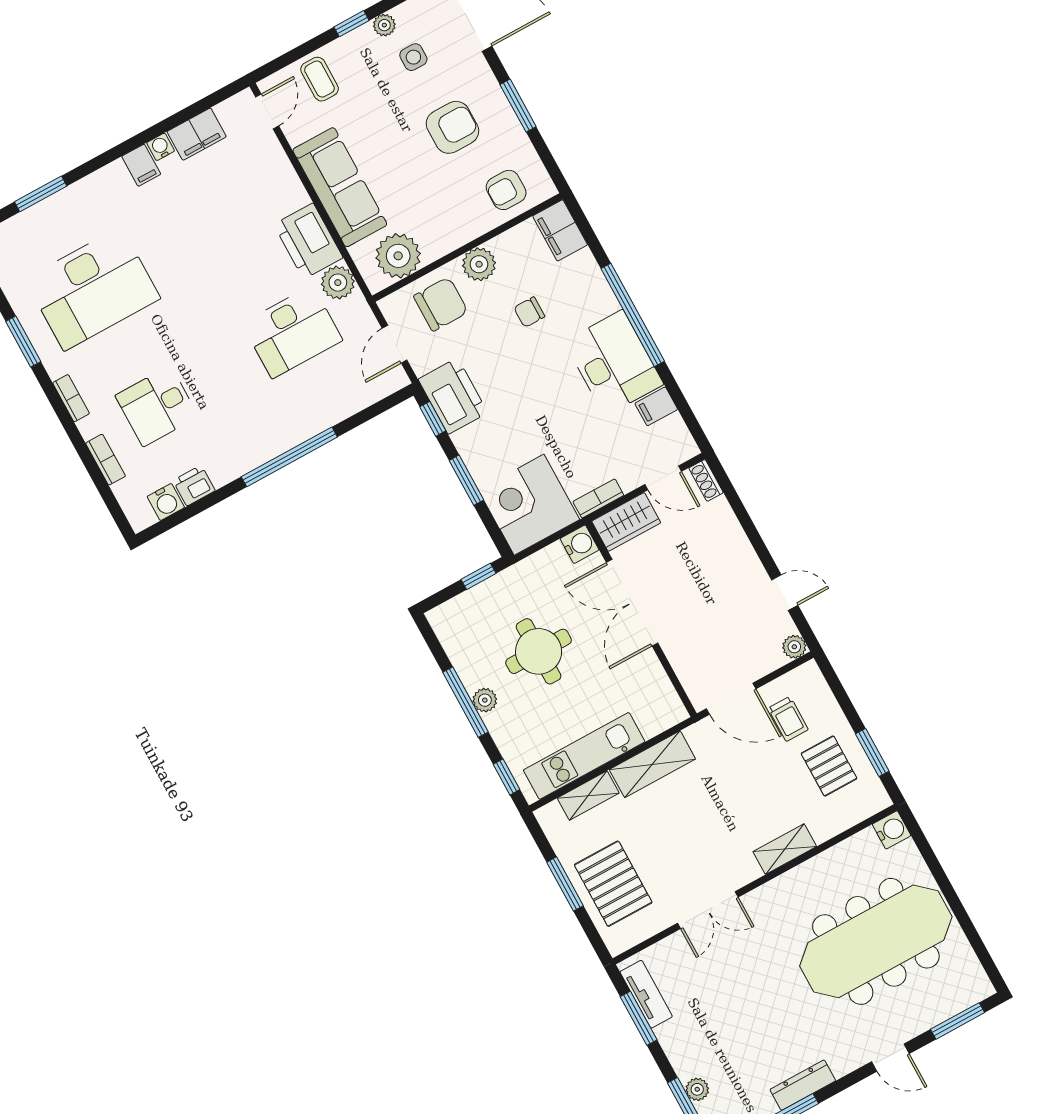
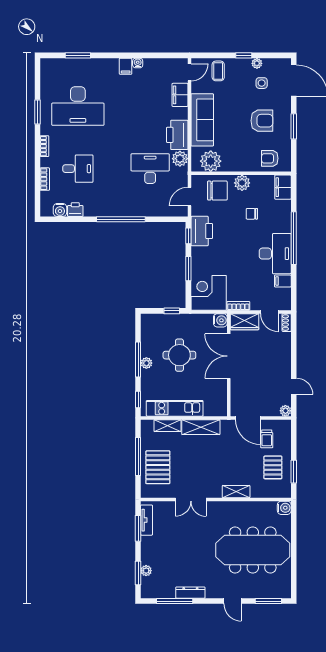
filing cabinet: (197, 134) -> (180, 95), moved, turned 90
desk: (292, 332) -> (150, 169), turned 180
desk: (157, 406) -> (78, 169), turned 180
window: (565, 884) -> (138, 457), width x1.44

